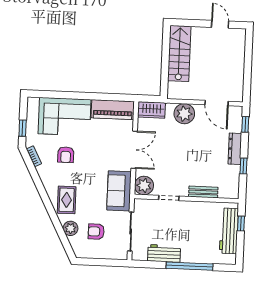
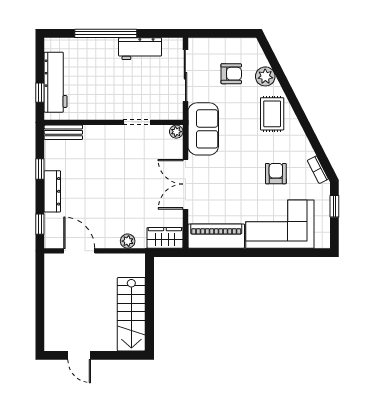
plant: (184, 114) -> (128, 241), width x0.53, depth x0.53
plant: (144, 185) -> (176, 132), width x0.53, depth x0.53
bench: (203, 192) -> (63, 132), moved

